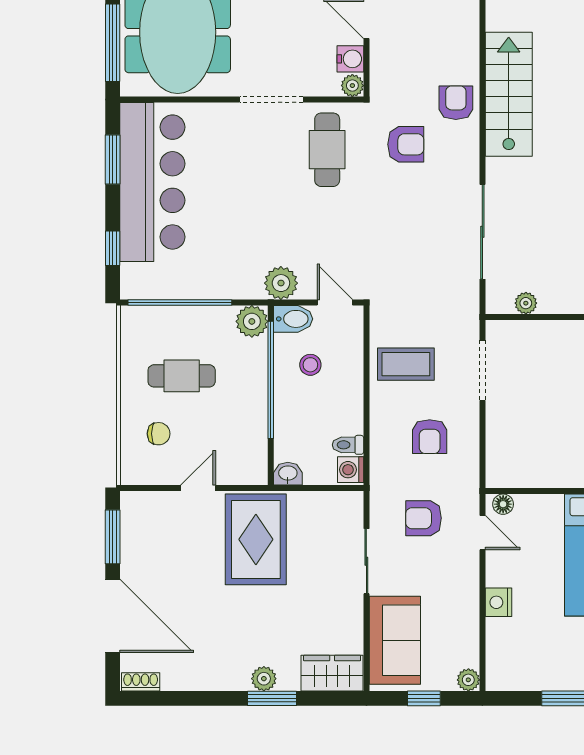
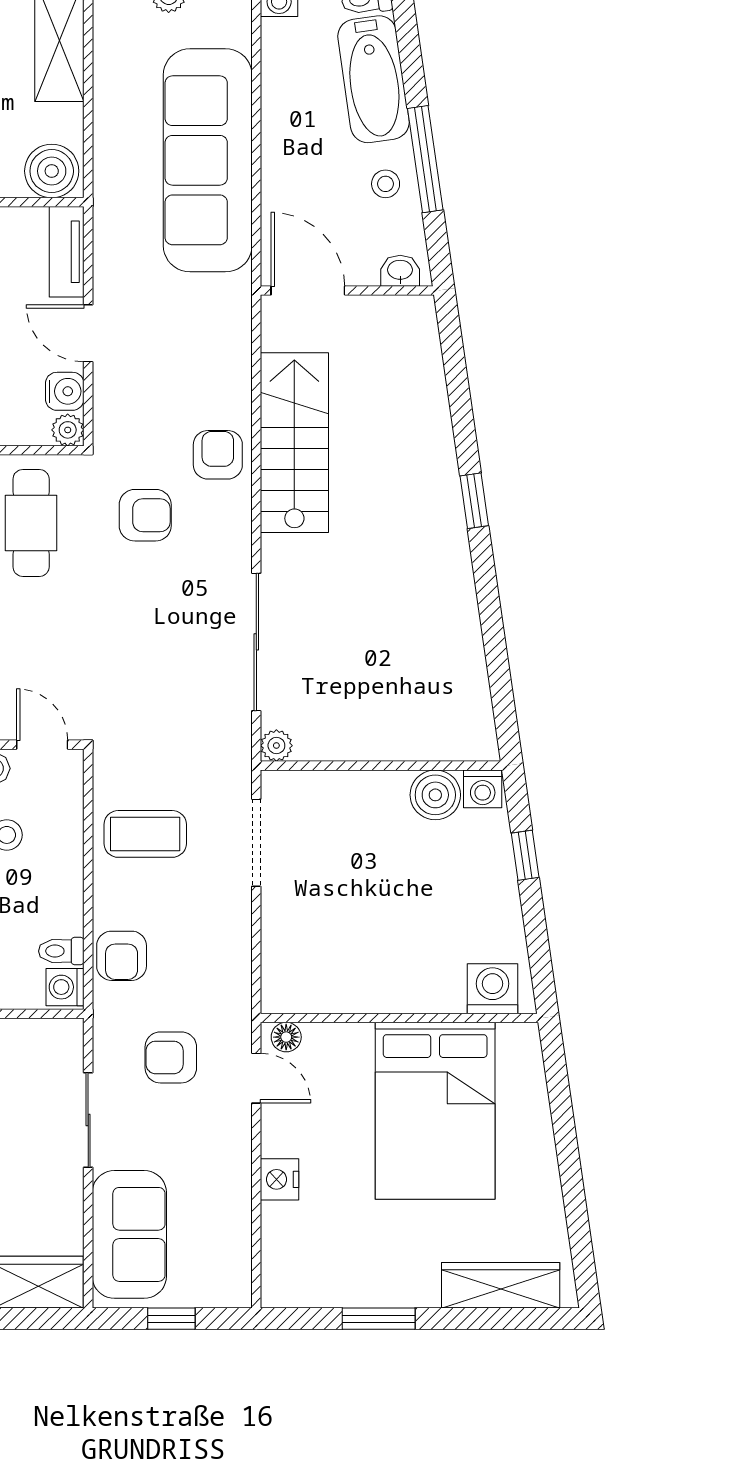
plant: (526, 303) -> (276, 746), moved
armchair: (430, 437) -> (122, 956), moved
plant: (468, 680) -> (236, 1292), removed

